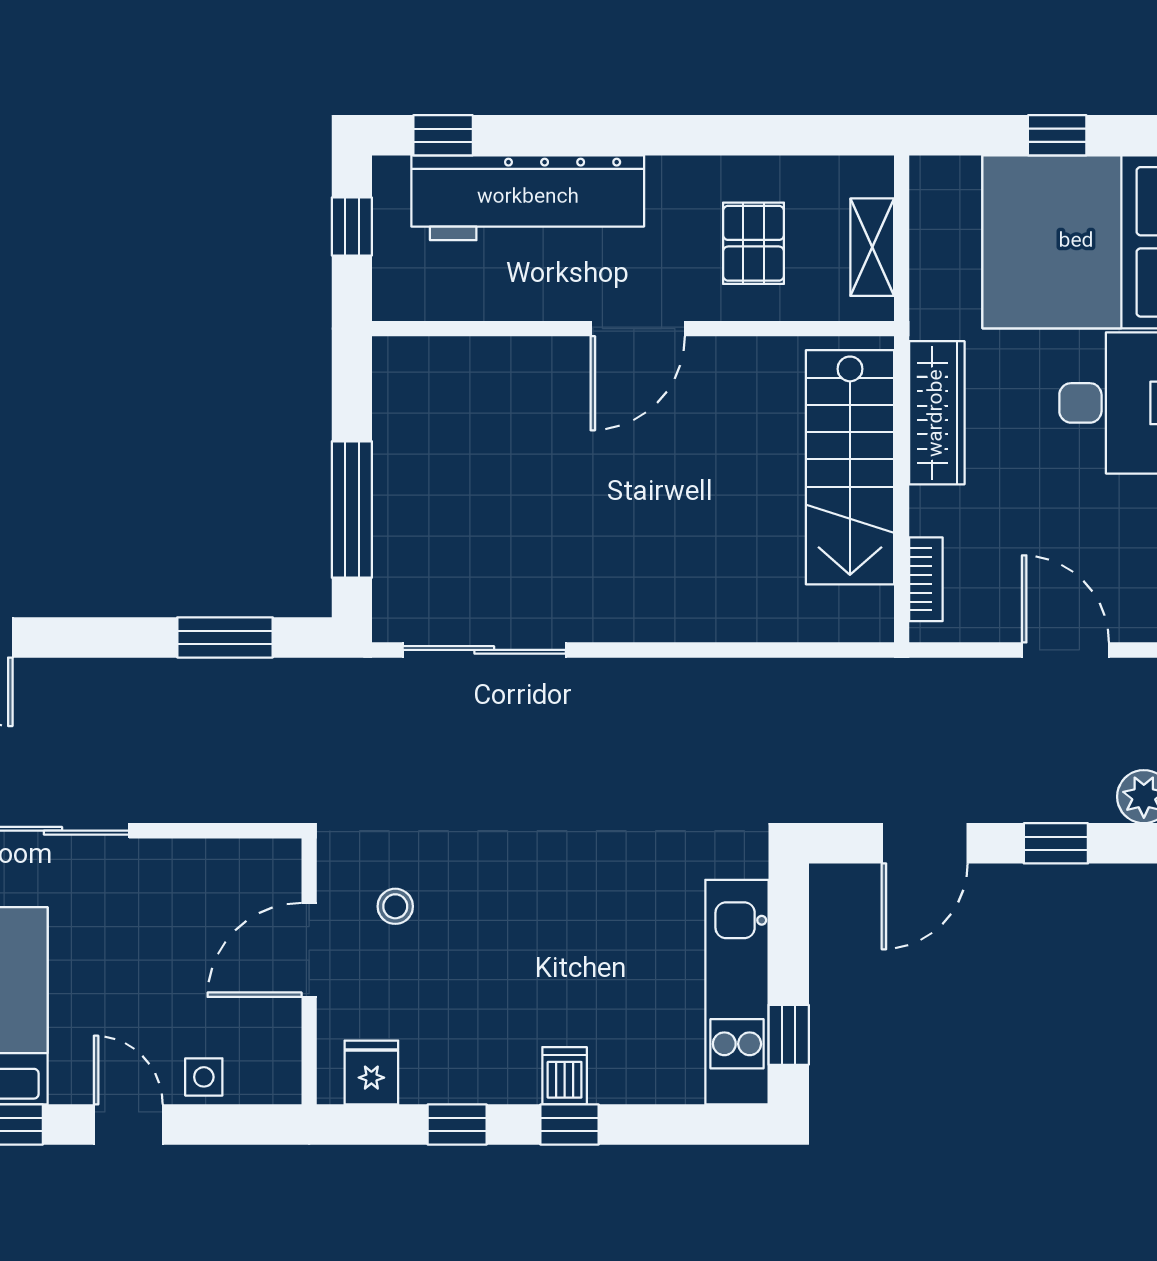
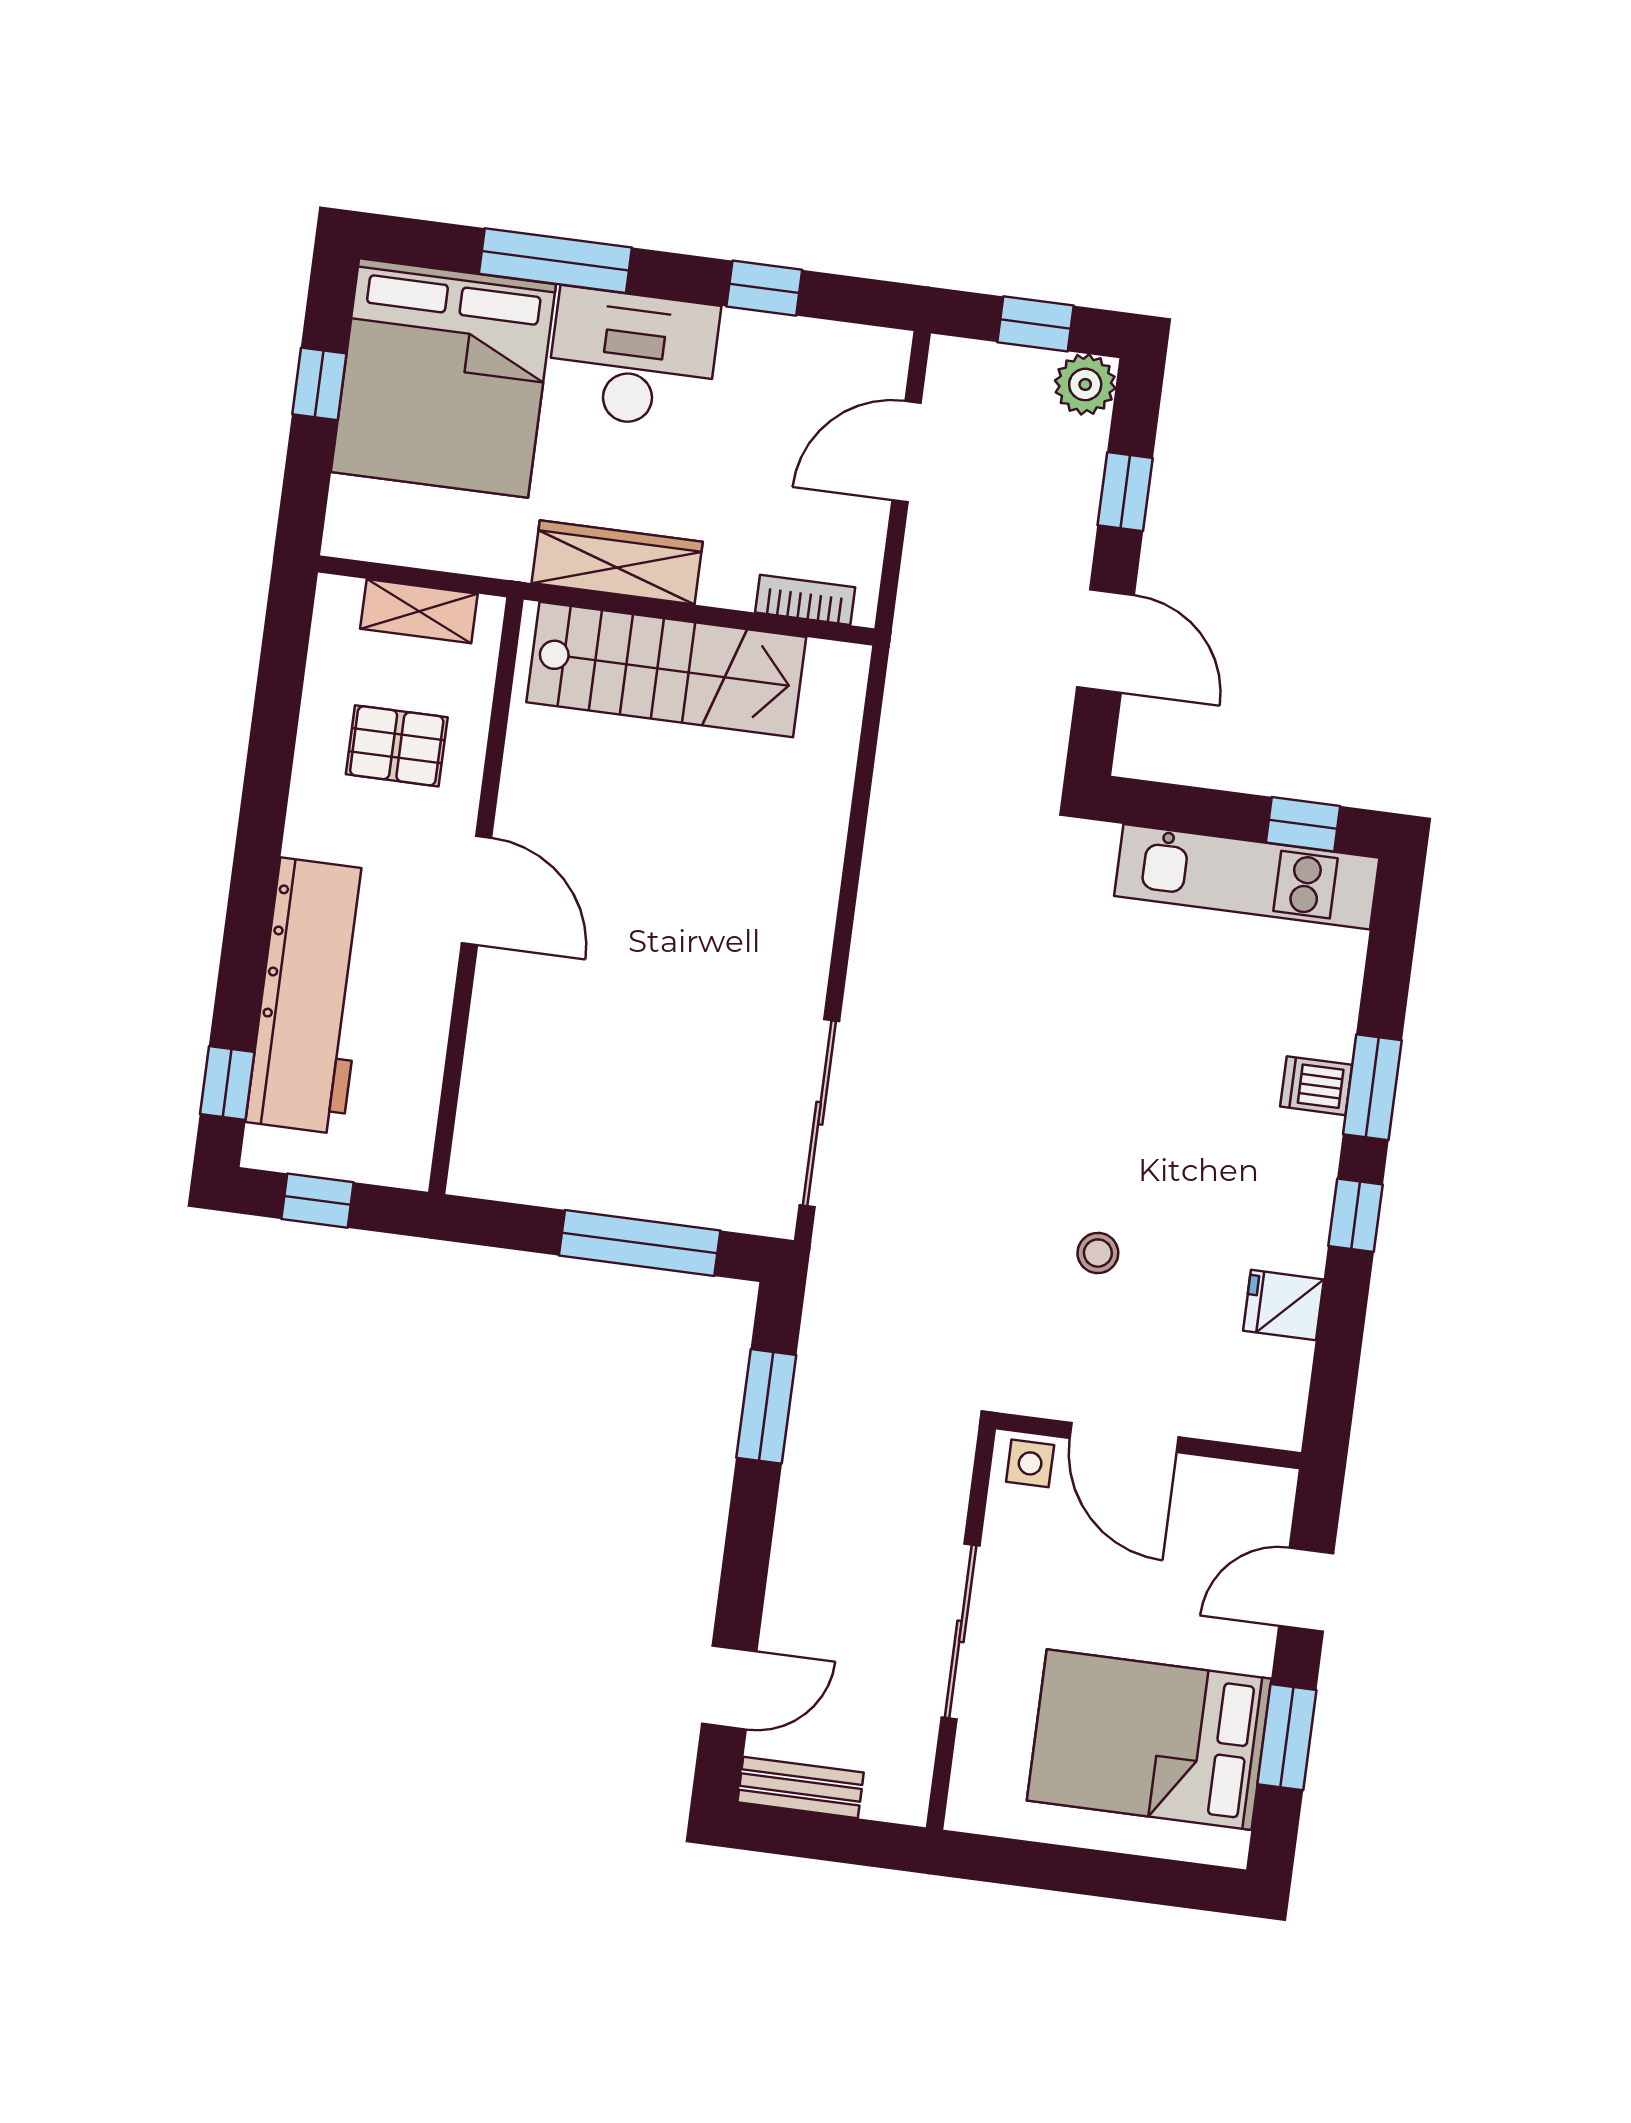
door: (309, 950) -> (1124, 1438), moved
wall: (309, 971) -> (1148, 1441), moved
side table: (204, 1077) -> (1030, 1463), moved
window: (570, 1125) -> (1372, 1087), width x1.50

